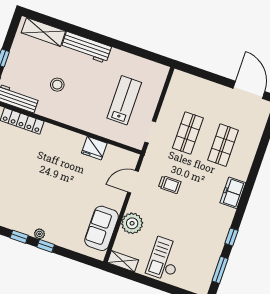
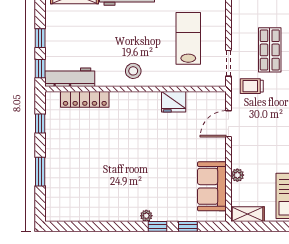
stool: (57, 85) -> (133, 71), moved
trolley: (170, 185) -> (252, 86), moved, turned 180
plant: (132, 223) -> (237, 175), width x0.53, depth x0.53
window: (19, 237) -> (188, 226), moved

